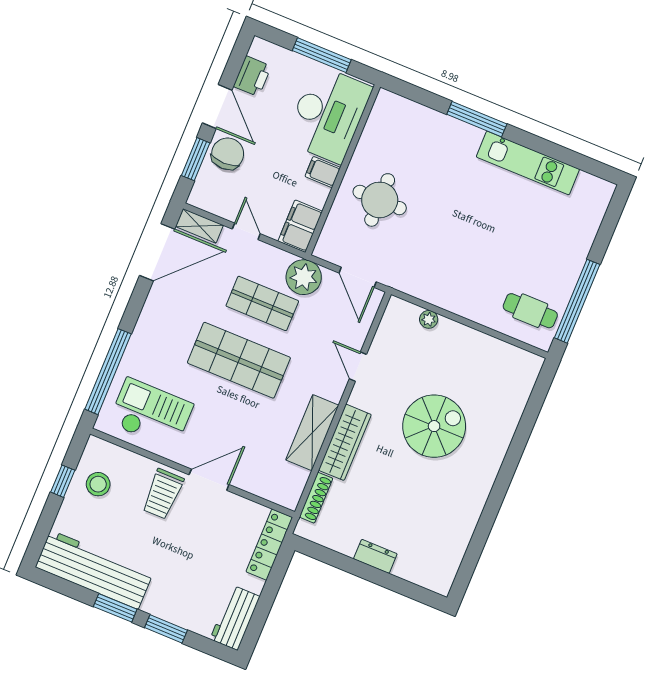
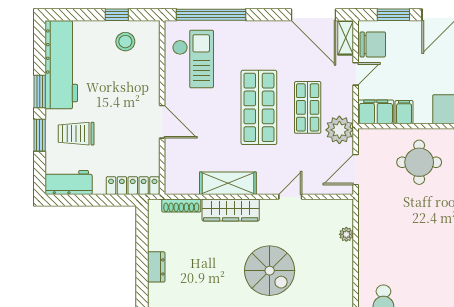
chair: (228, 154) -> (373, 44), moved
filing cabinet: (323, 172) -> (404, 112), moved
trolley: (163, 494) -> (76, 134), moved

